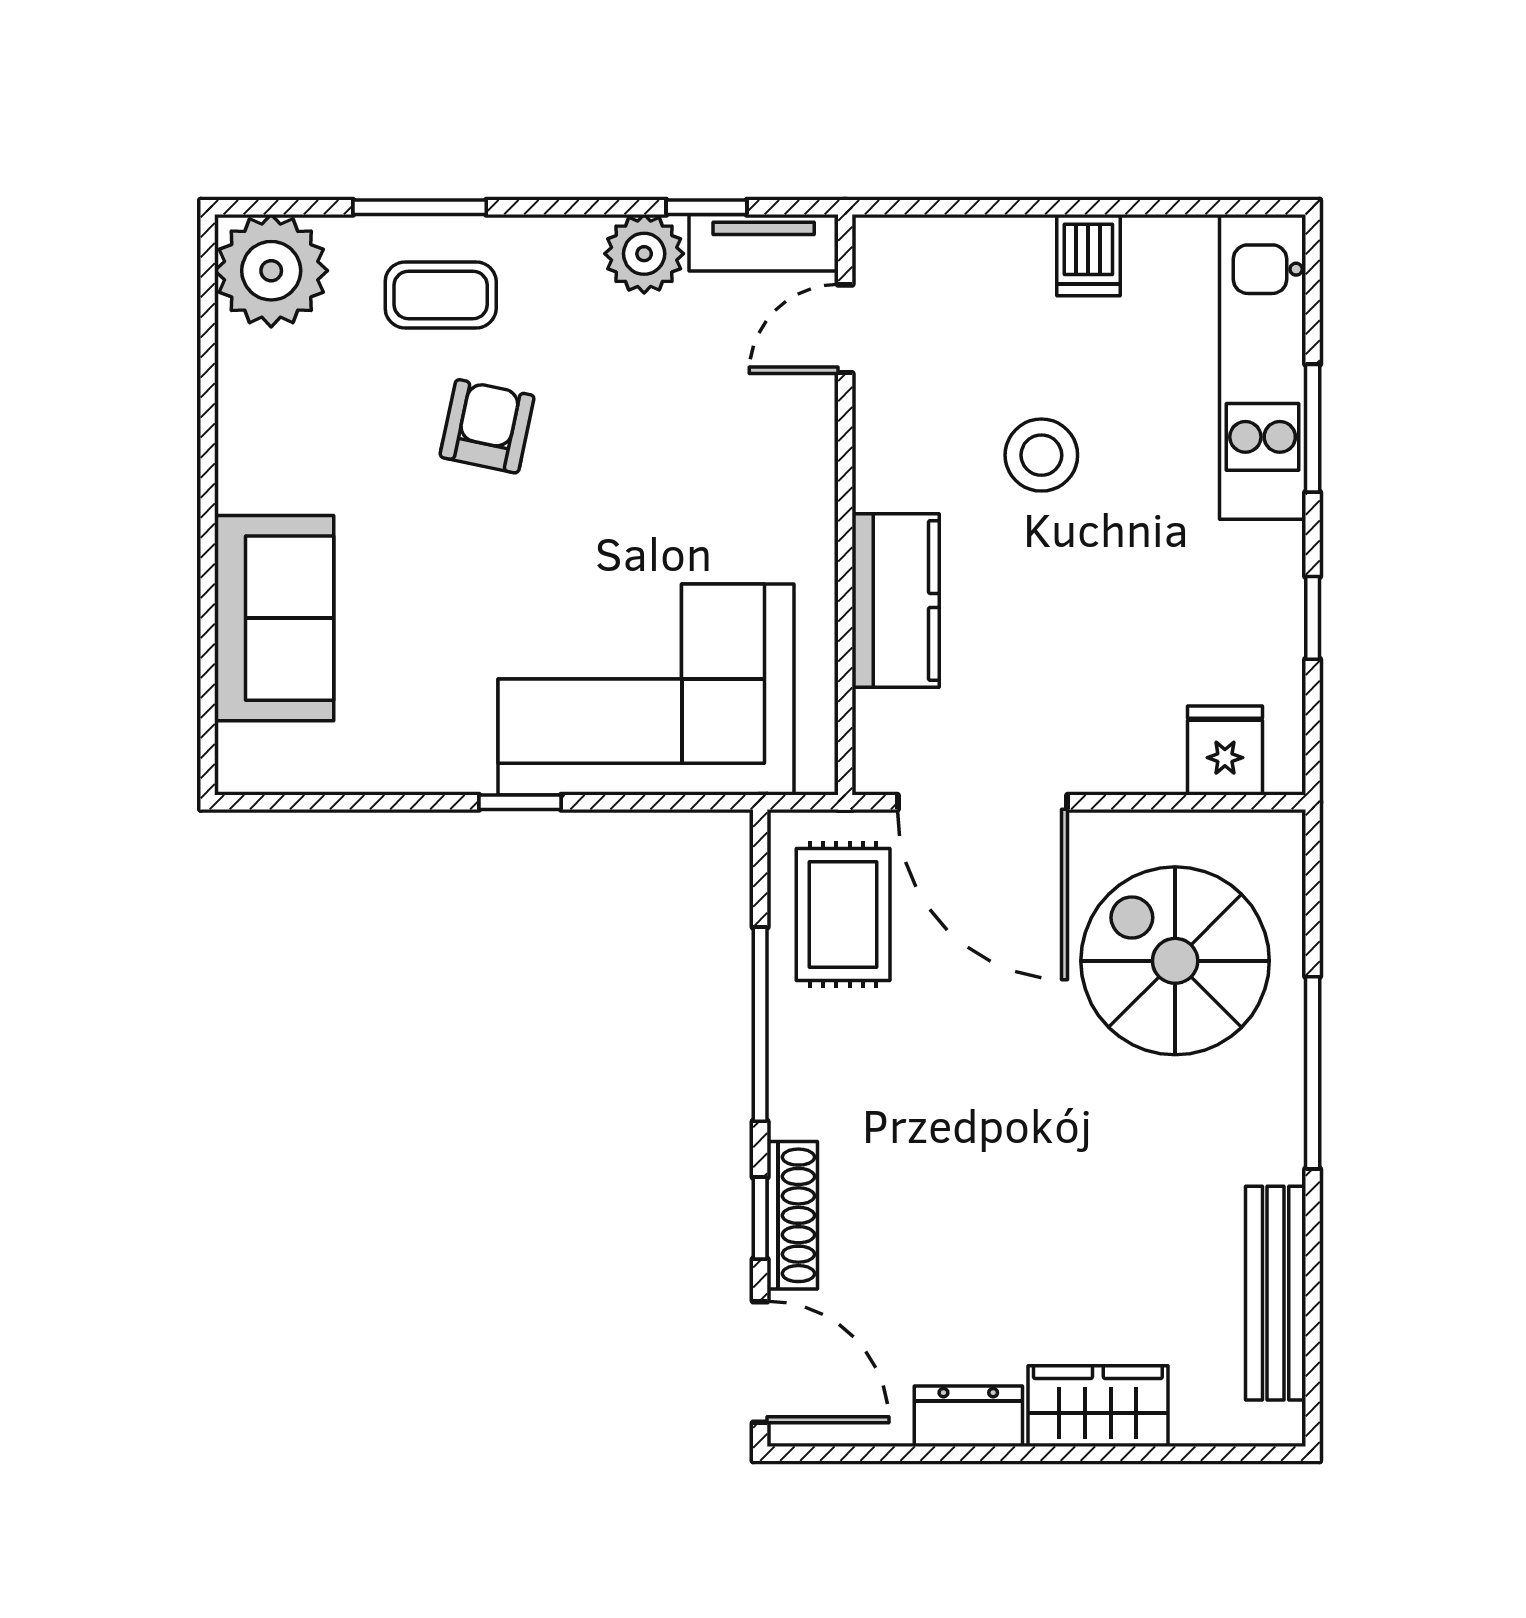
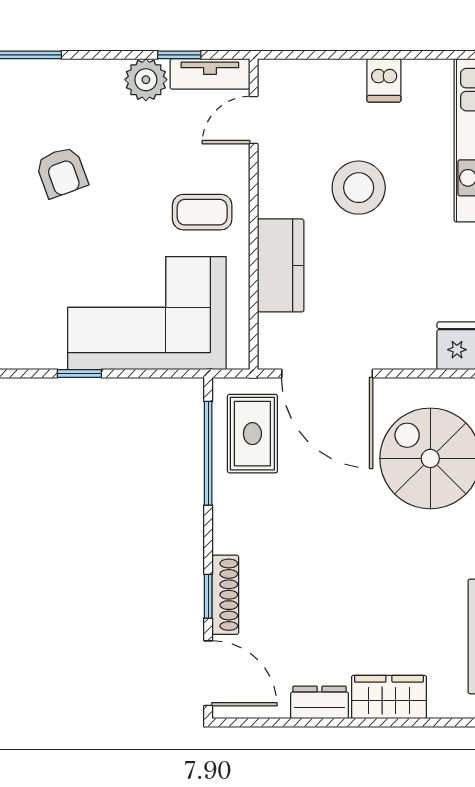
coffee table: (441, 295) -> (202, 212), moved
armchair: (487, 426) -> (62, 172), turned 148
stool: (1041, 455) -> (359, 188), width x1.38, depth x1.38
window: (760, 1024) -> (208, 453), moved

